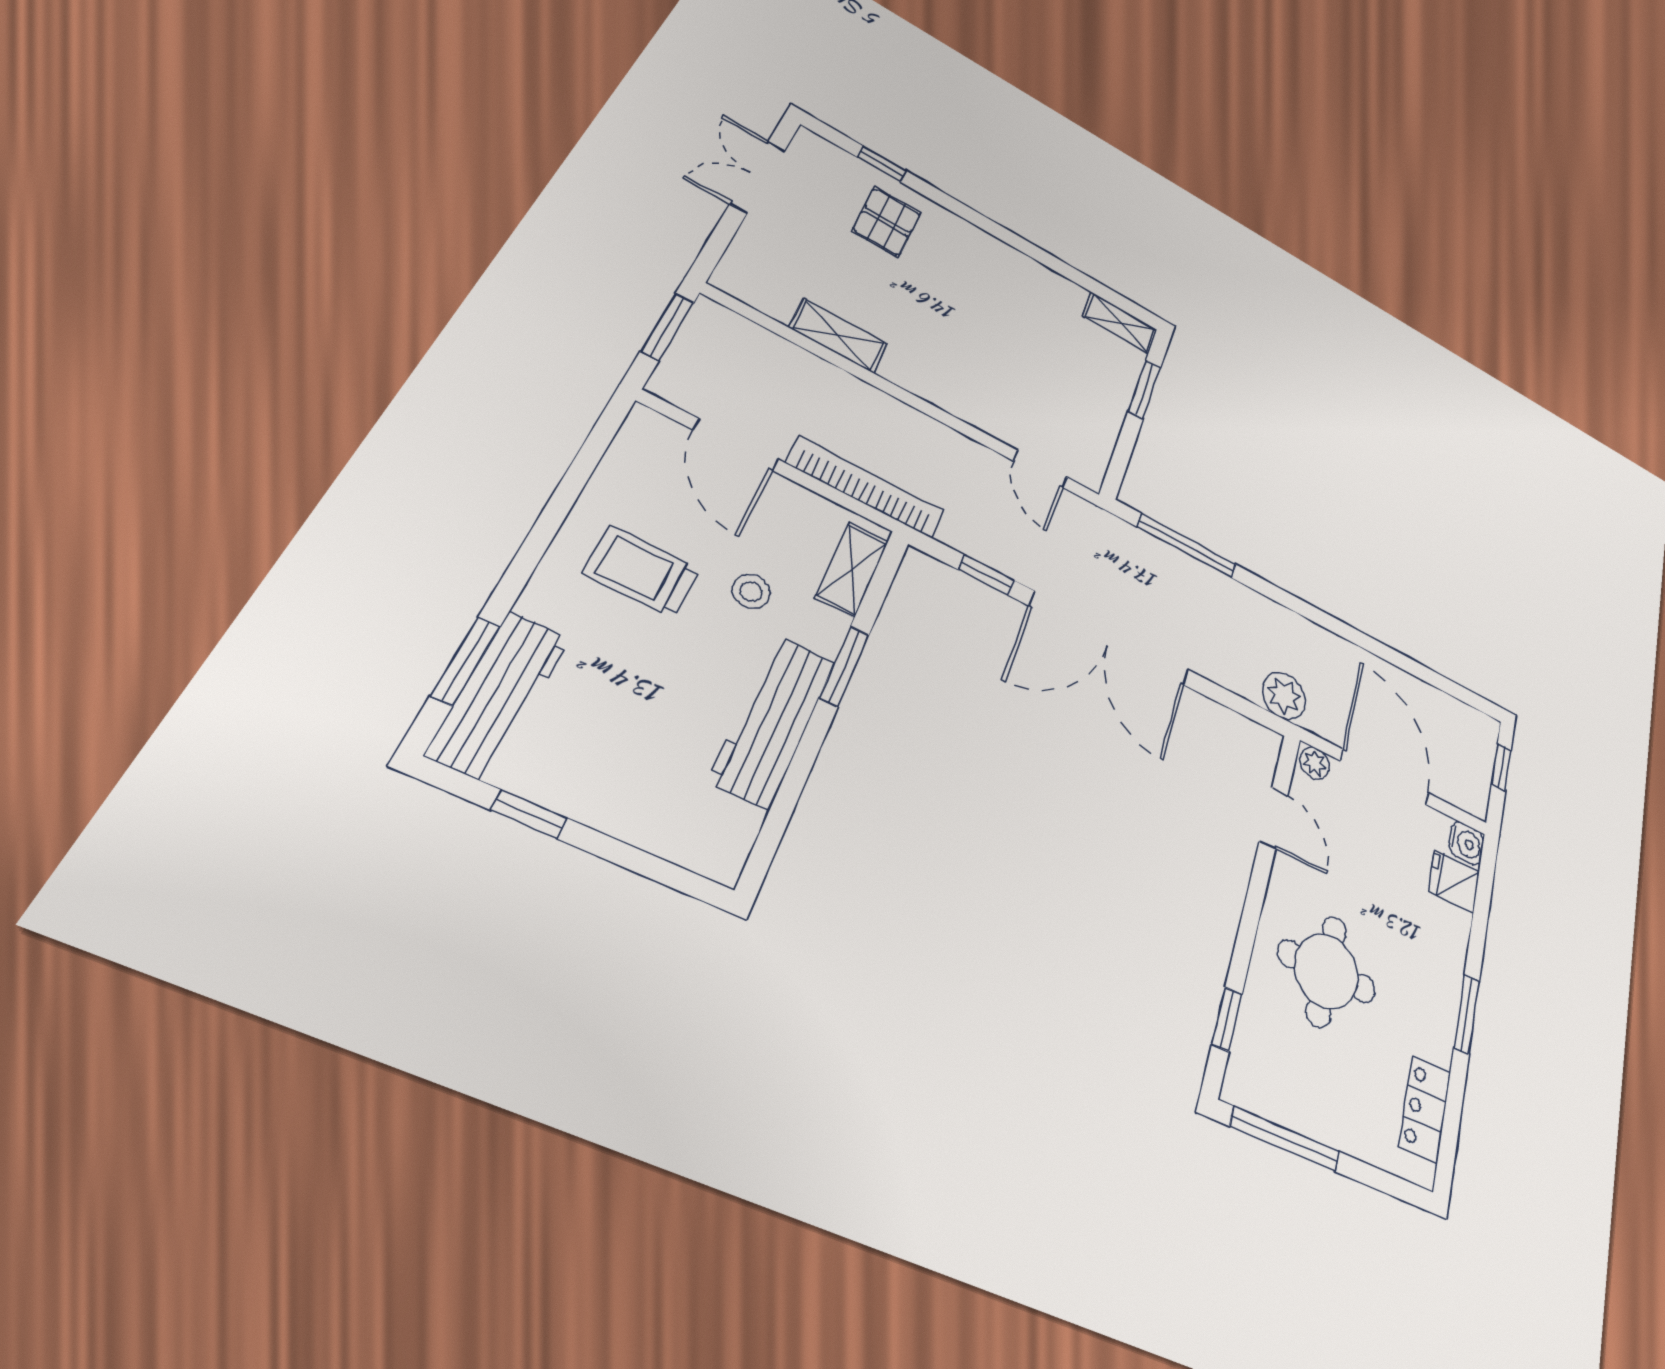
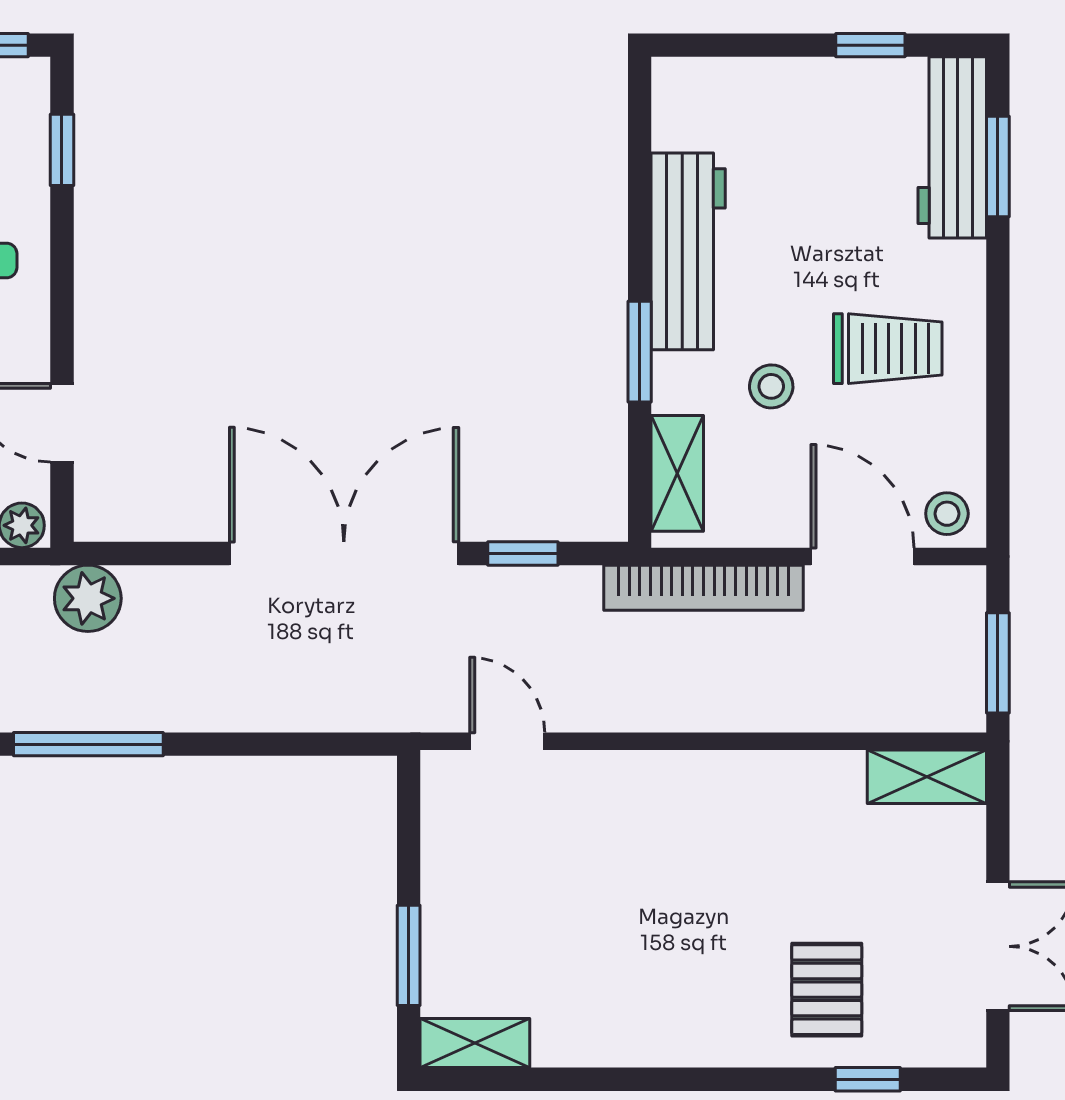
shelving: (838, 336) -> (927, 777), moved
stool: (654, 437) -> (947, 514), added
window: (1187, 546) -> (88, 744), moved

